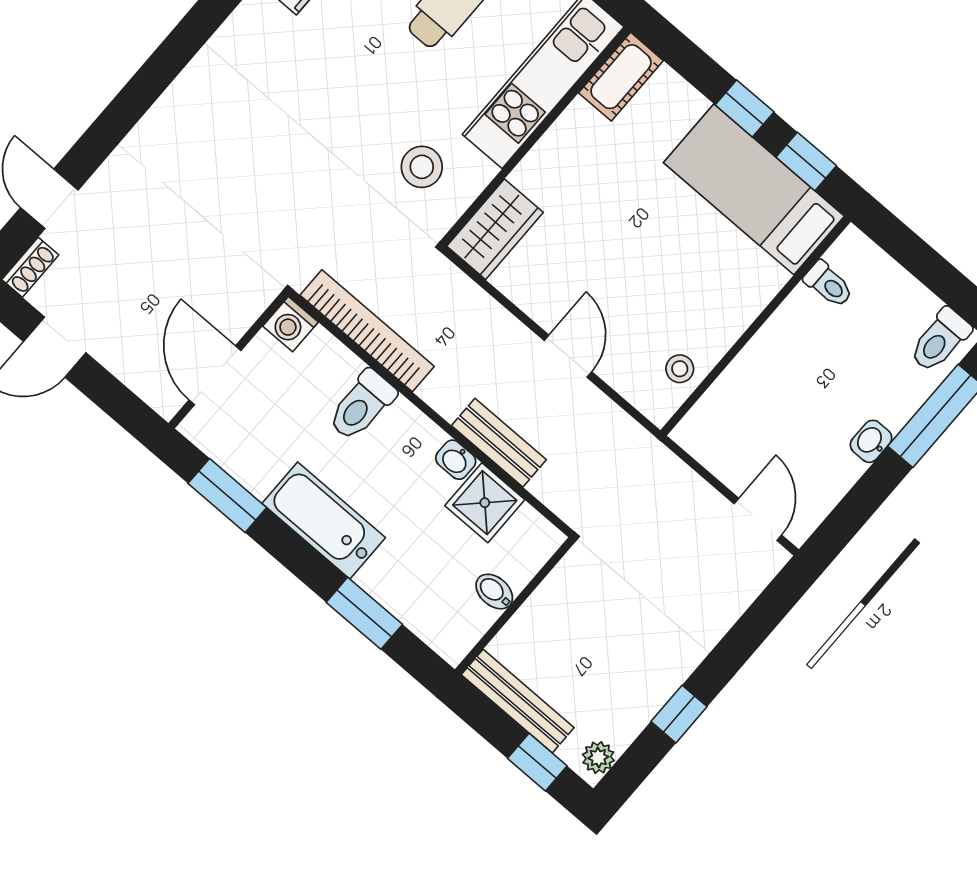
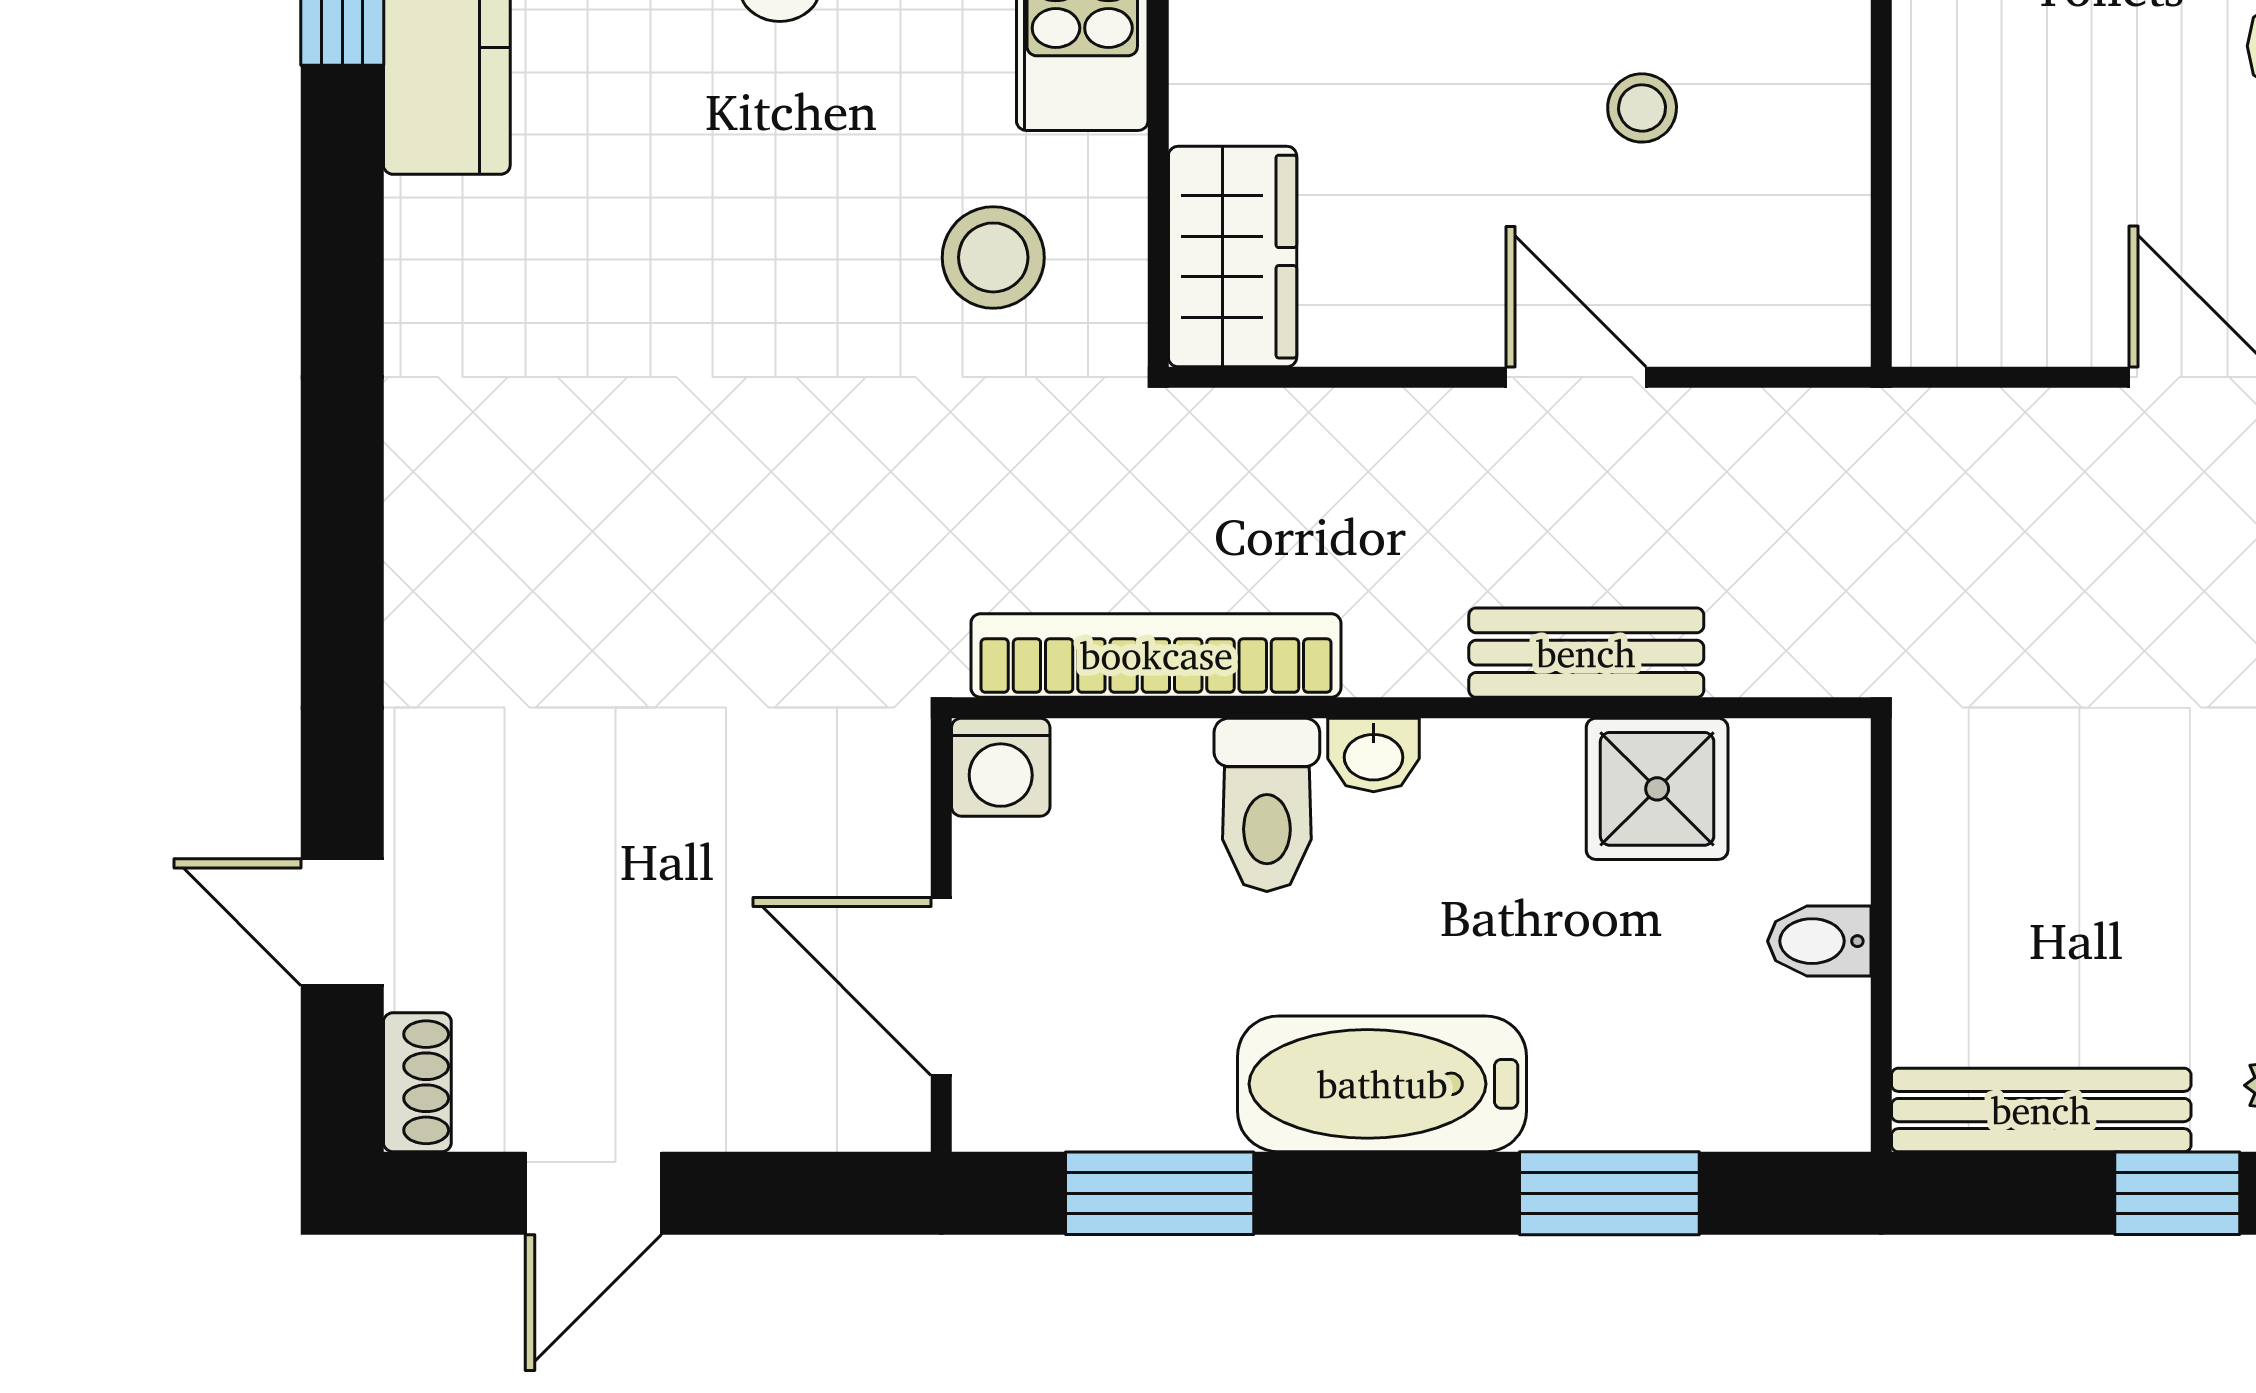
stool: (680, 369) -> (1642, 108), moved
washbasin: (456, 460) -> (1374, 755), moved

